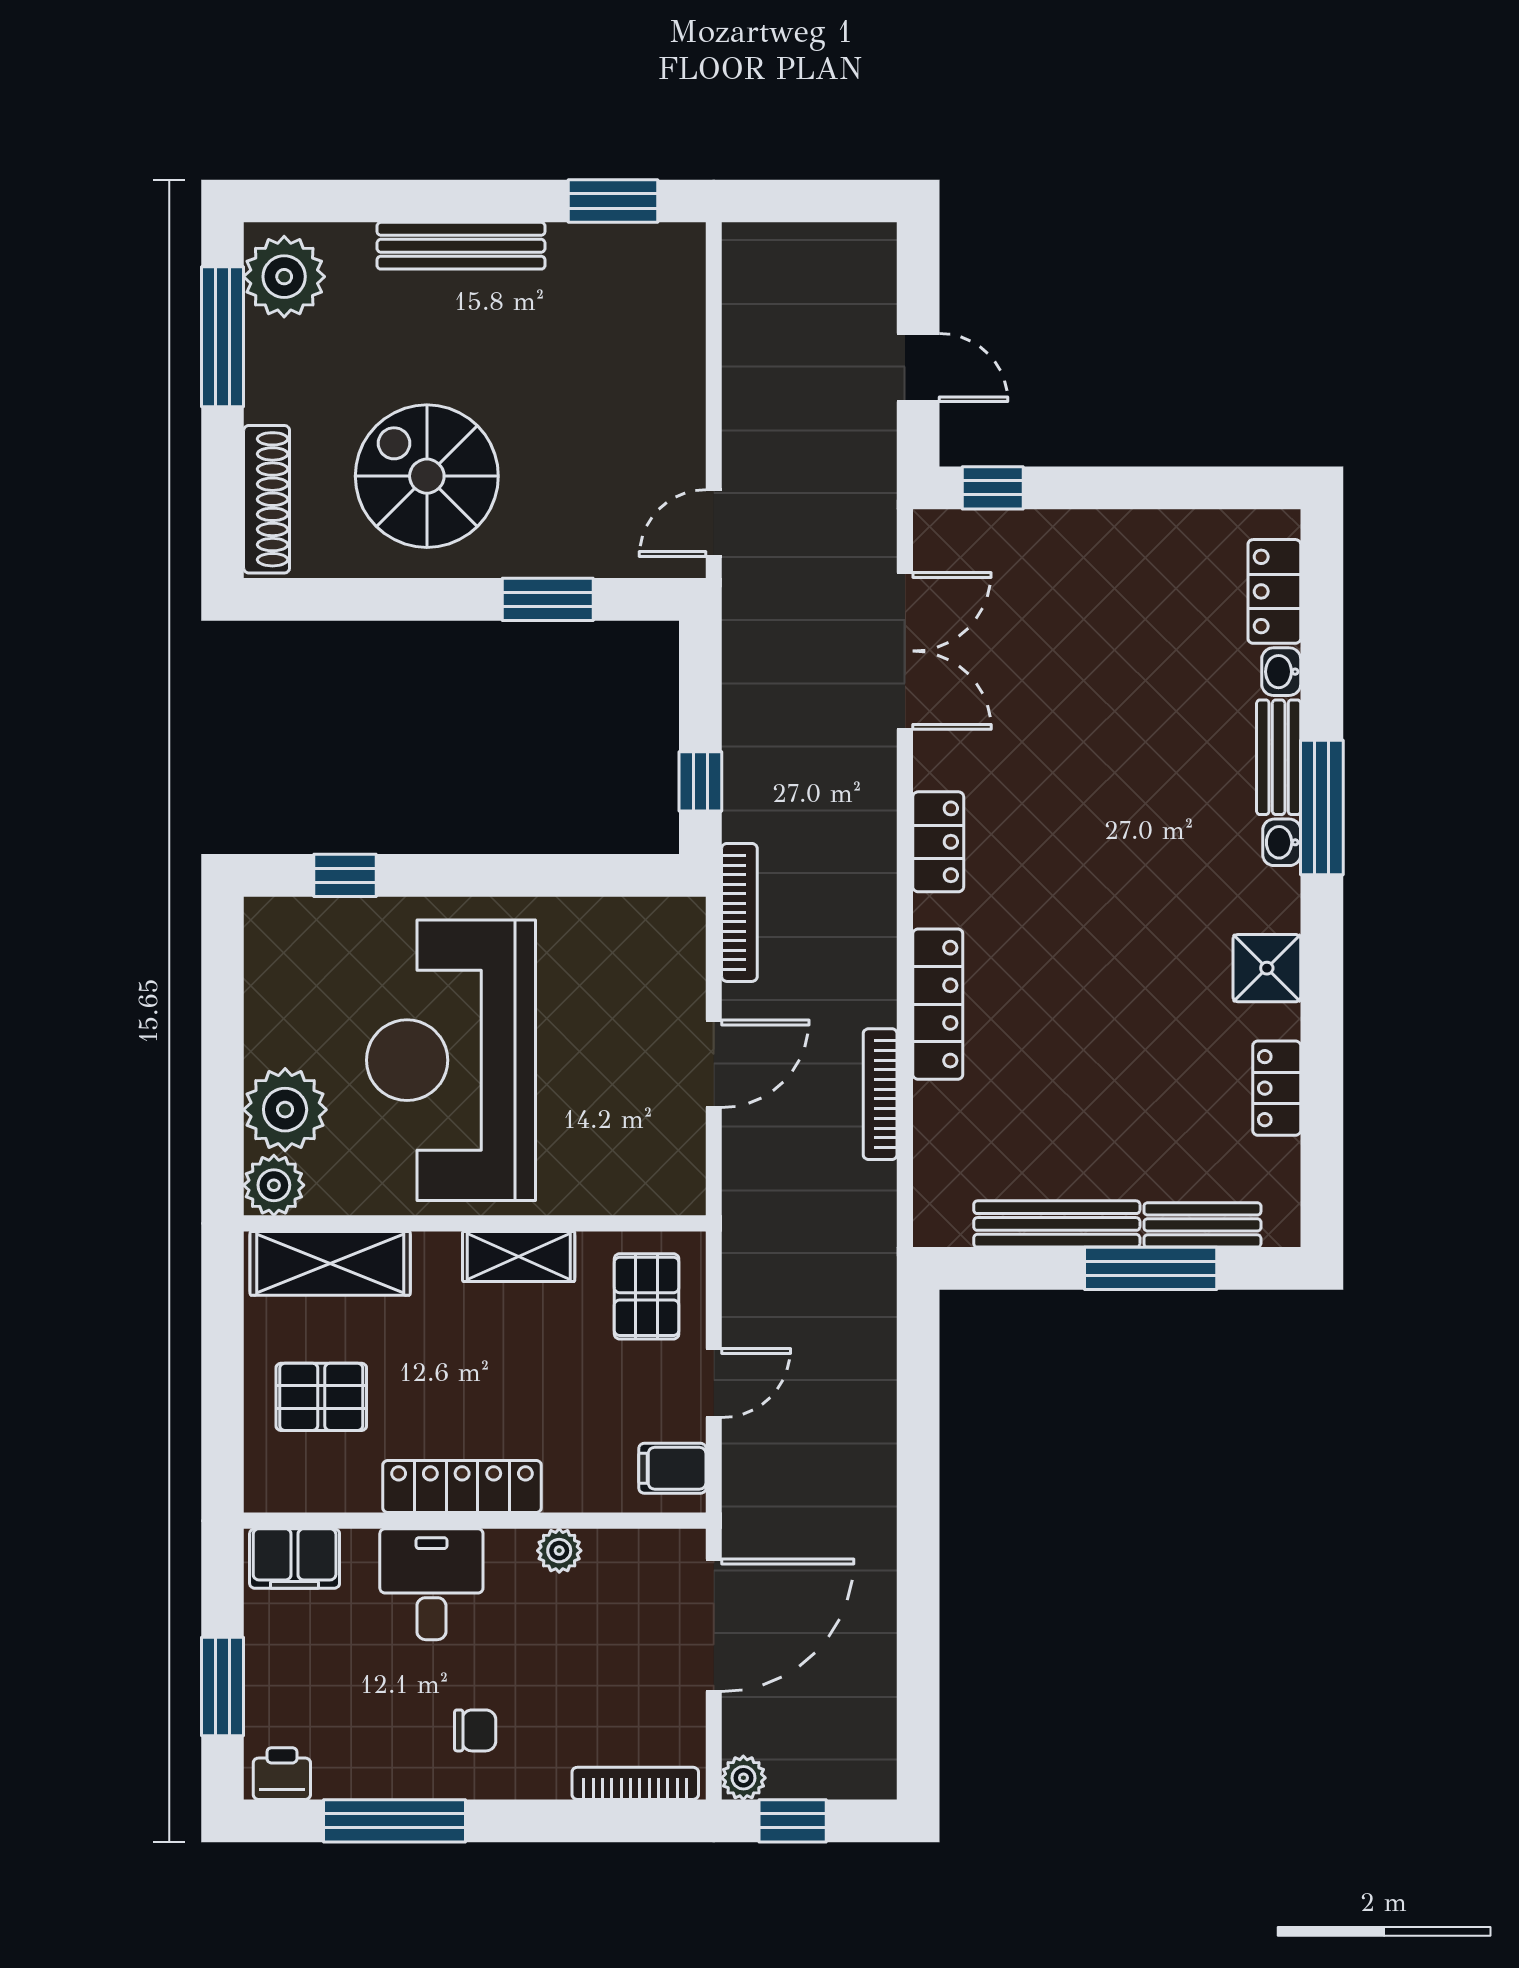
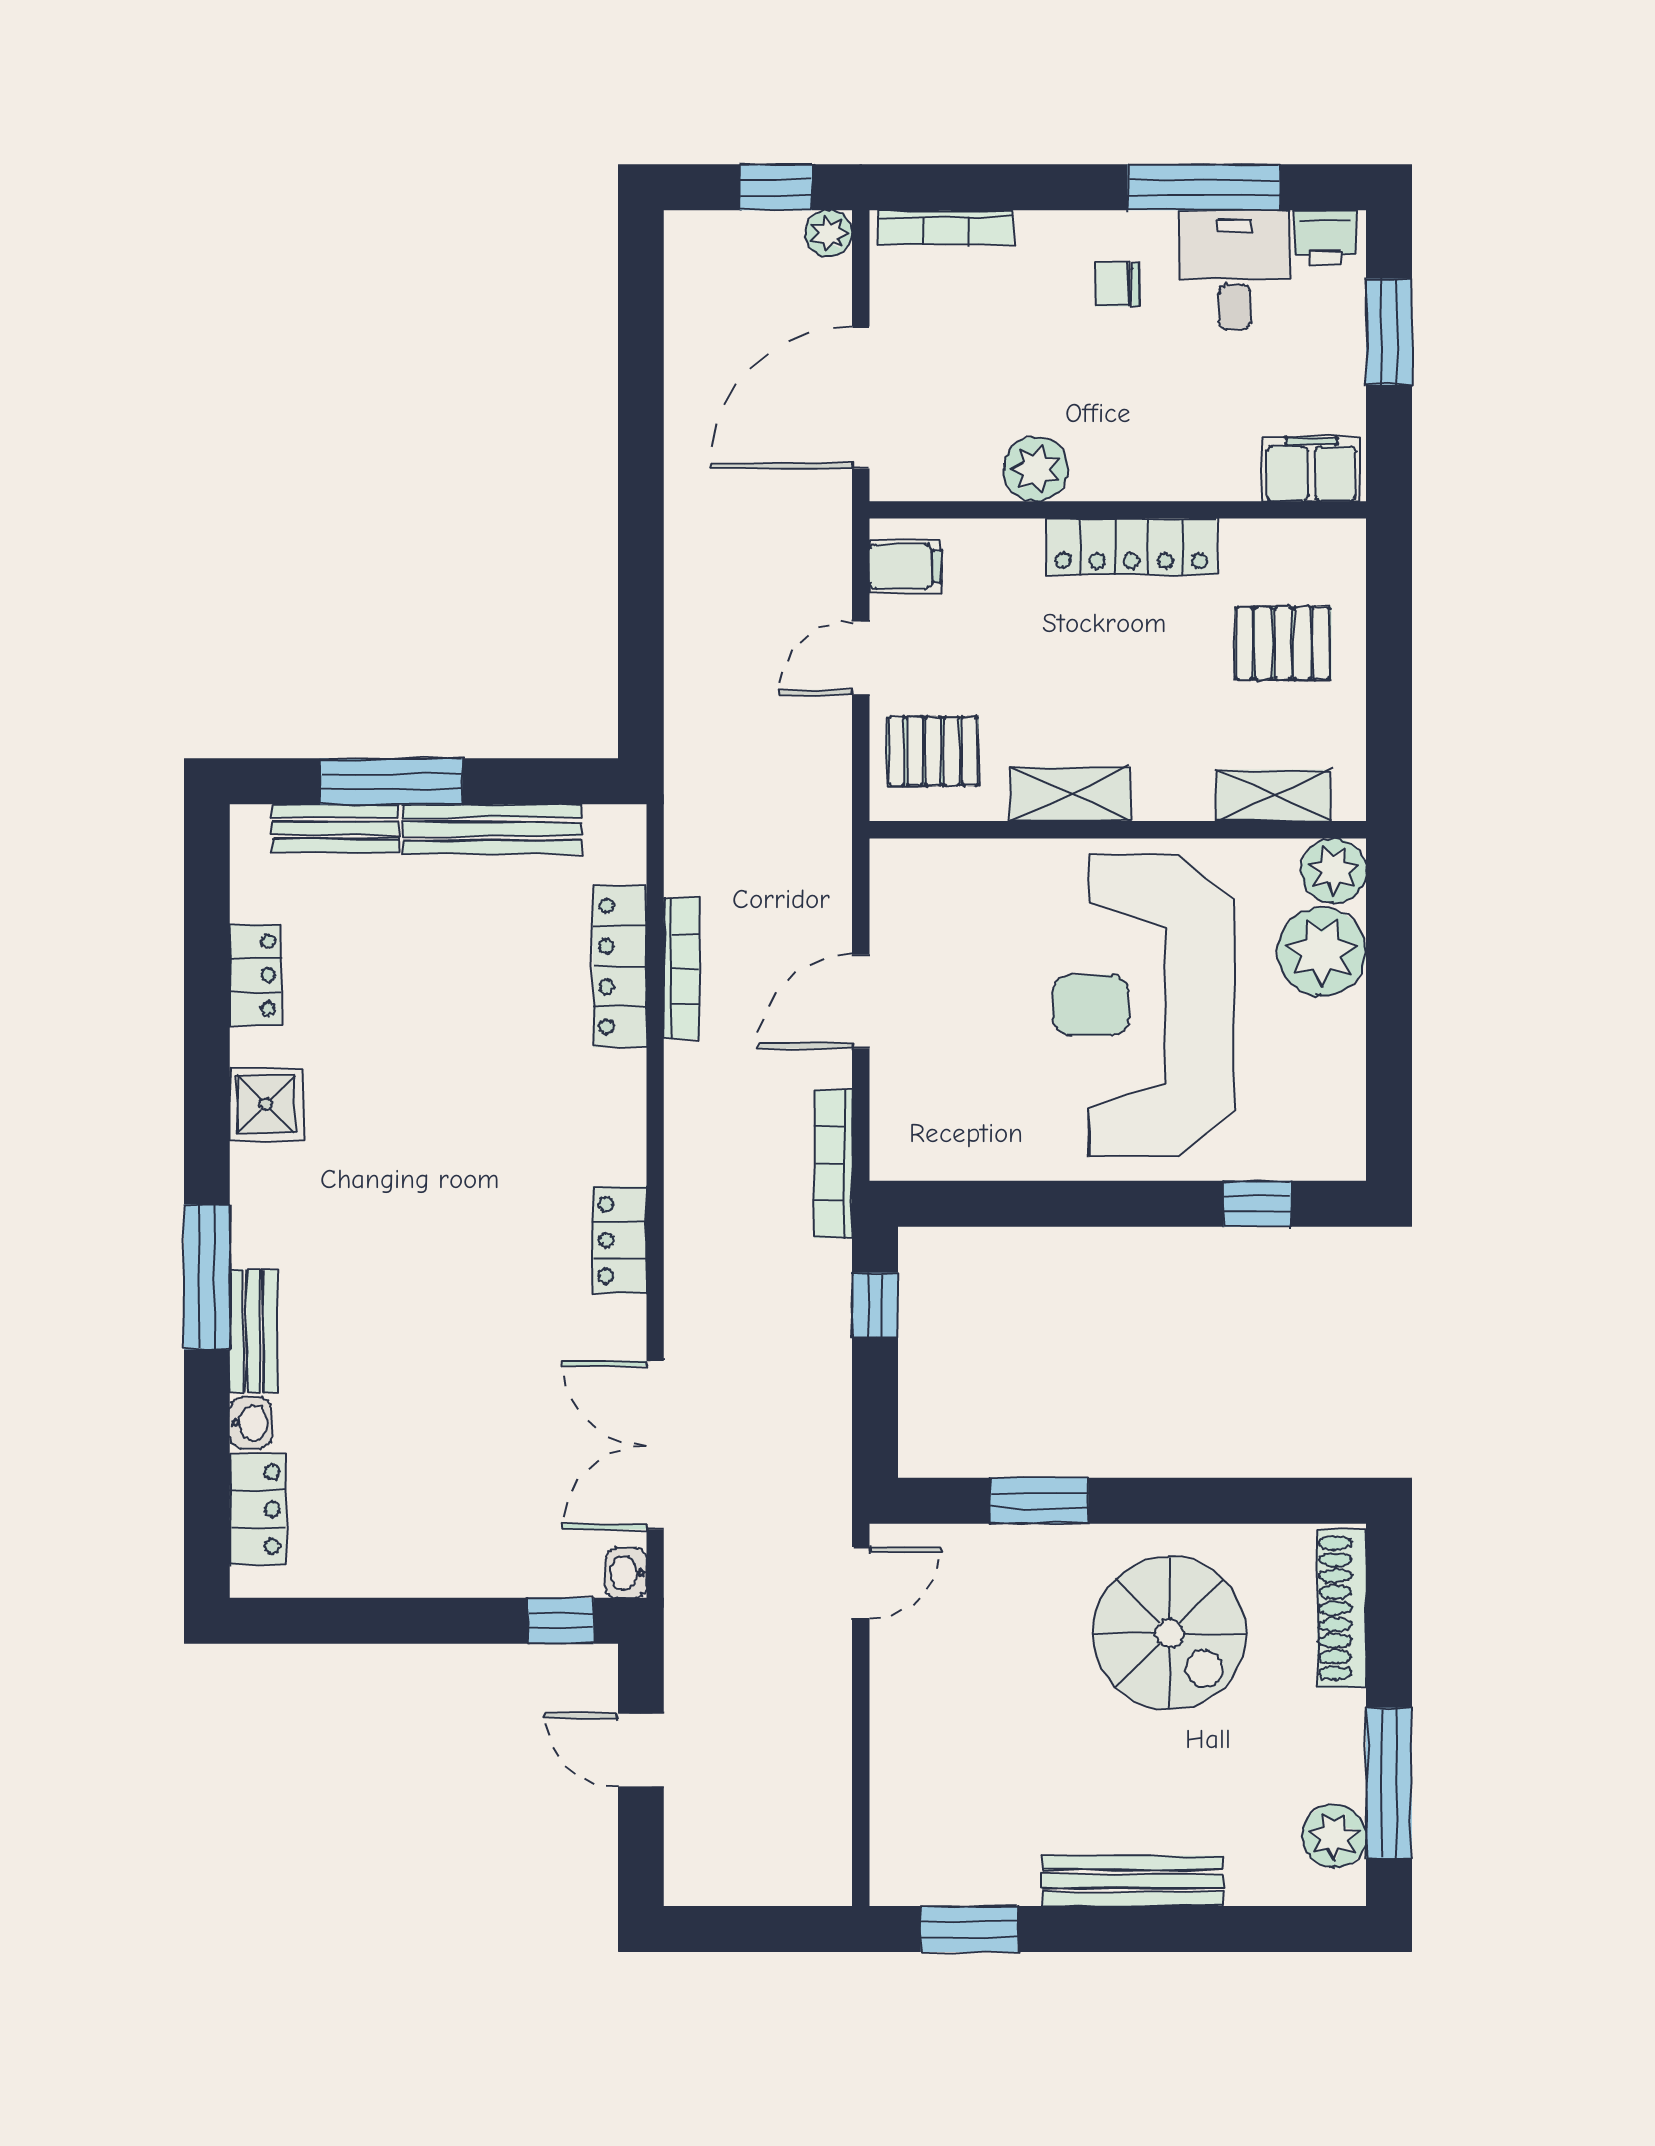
plant: (284, 277) -> (1334, 1836), width x0.73, depth x0.73
washbasin: (1282, 842) -> (626, 1573), moved, turned 180
locker: (938, 1004) -> (620, 966), moved
reception desk: (451, 1060) -> (1143, 1005), turned 180
shelving: (330, 1263) -> (1273, 795), width x0.67, depth x0.75
pallet: (647, 1296) -> (933, 751), turned 90
plant: (559, 1551) -> (1036, 469), width x1.38, depth x1.38
desk: (431, 1584) -> (1234, 270), moved, turned 180

